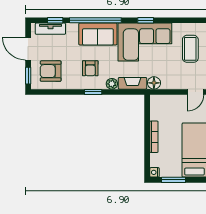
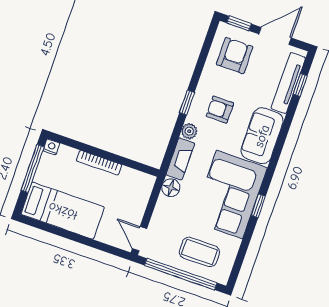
window: (95, 20) -> (282, 139), removed
tv unit: (50, 29) -> (288, 83), width x1.41
window: (173, 180) -> (32, 169), width x1.44

